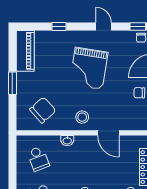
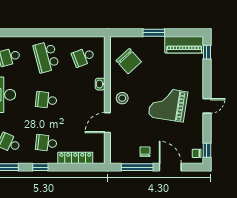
window: (59, 27) -> (207, 52), moved
door: (104, 27) -> (207, 106), moved

